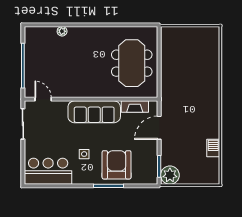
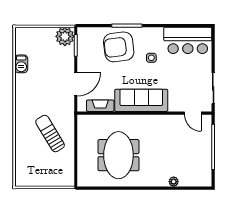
meeting table: (132, 63) -> (118, 155), moved
sun lounger: (185, 79) -> (50, 134), added
armchair: (117, 165) -> (119, 47), turned 83

